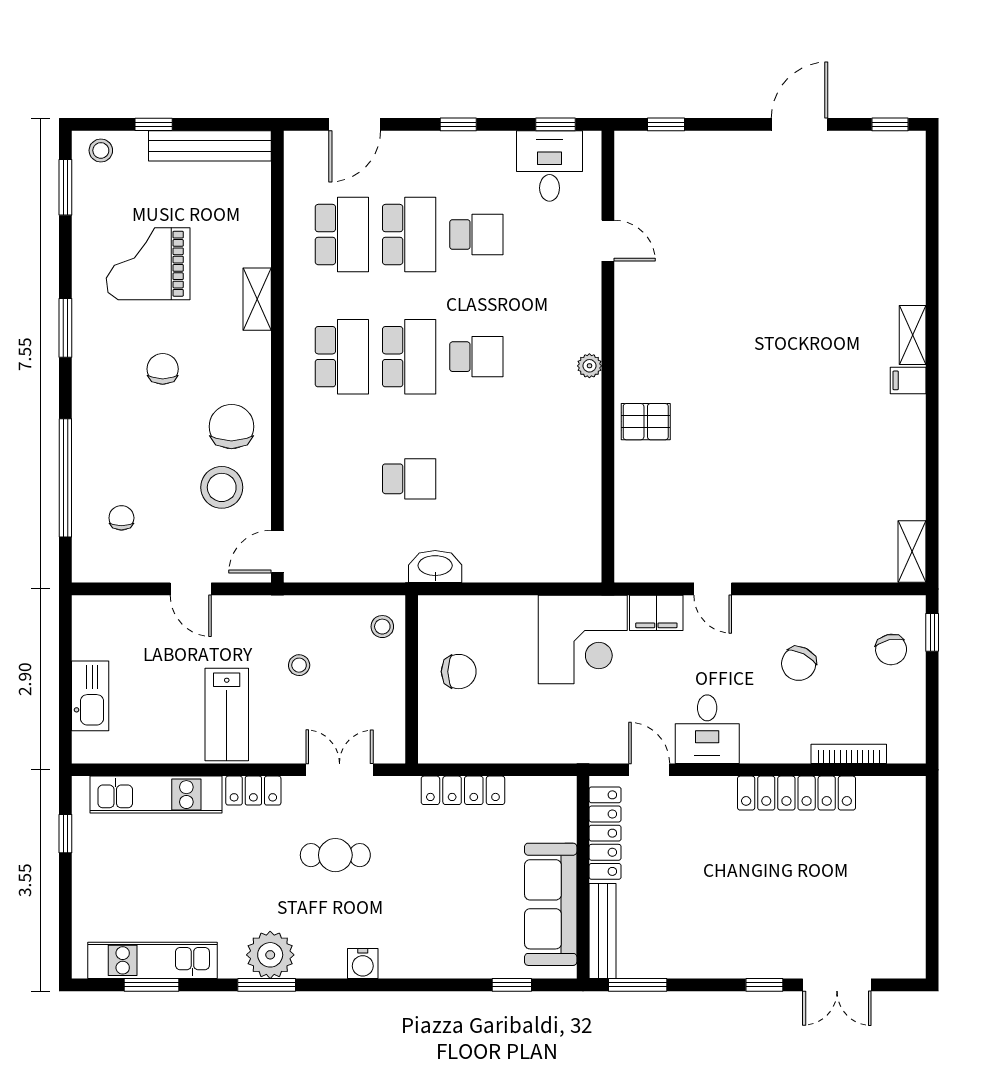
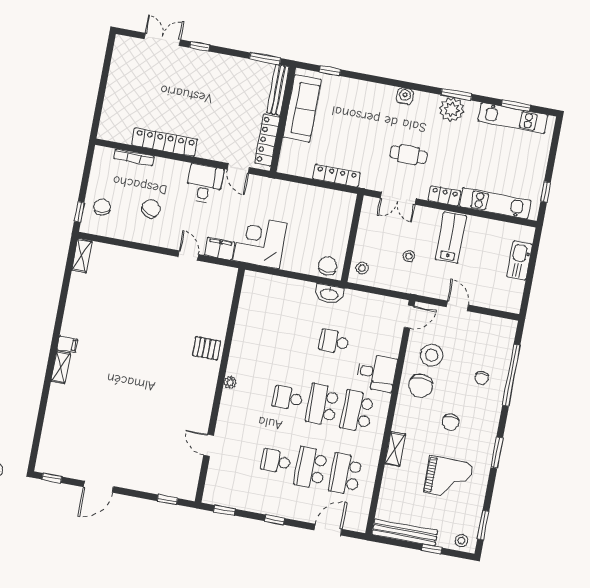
desk: (550, 166) -> (376, 373), moved, turned -90
chair: (121, 518) -> (482, 378), moved
chair: (459, 672) -> (328, 266), moved, turned 90

